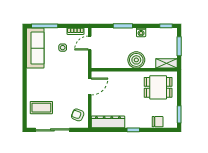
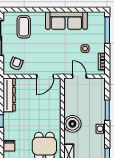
door: (90, 43) -> (79, 76), moved
sofa: (35, 48) -> (66, 20), moved
door: (90, 87) -> (45, 76), hinge flipped

